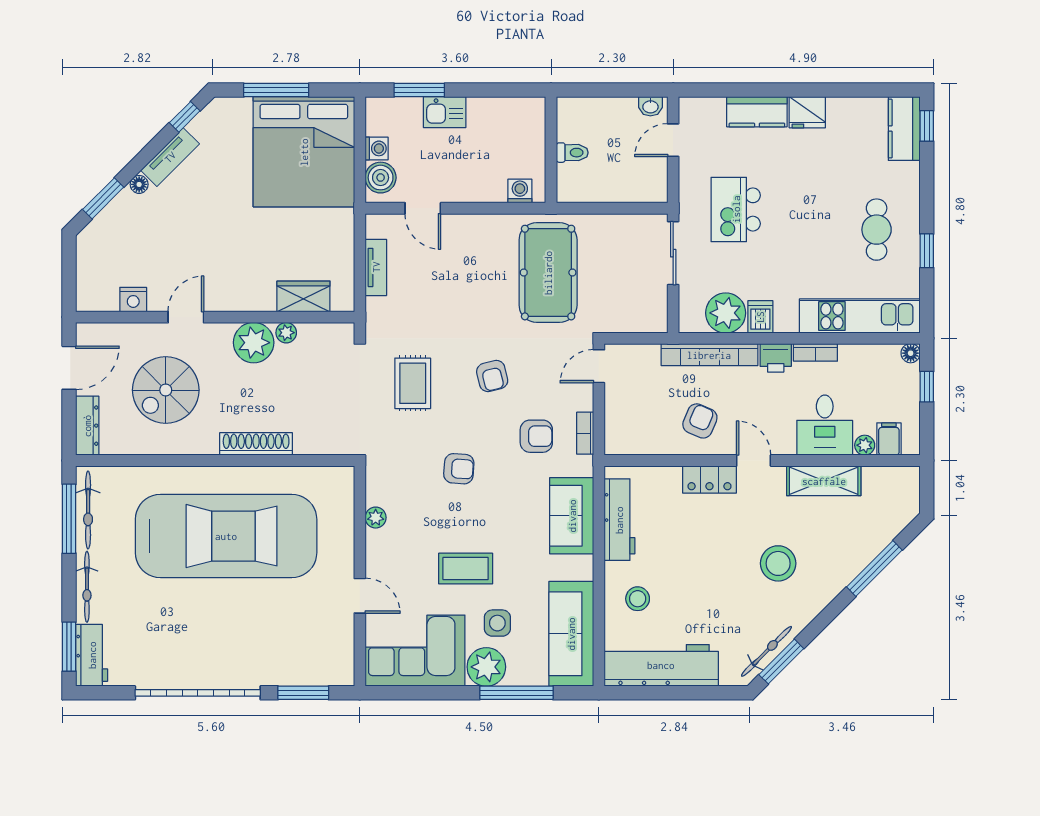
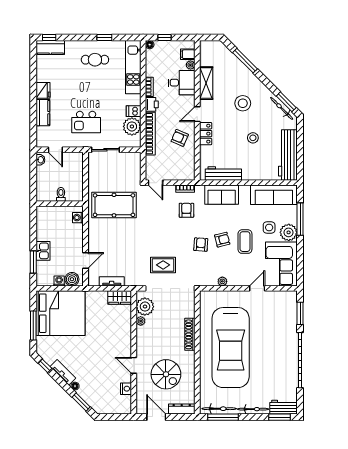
wardrobe: (303, 296) -> (120, 298), moved, turned -90
plant: (254, 343) -> (145, 307), moved
armchair: (492, 376) -> (222, 240), moved
car: (226, 536) -> (231, 348), turned 180
stool: (638, 599) -> (253, 138), moved

